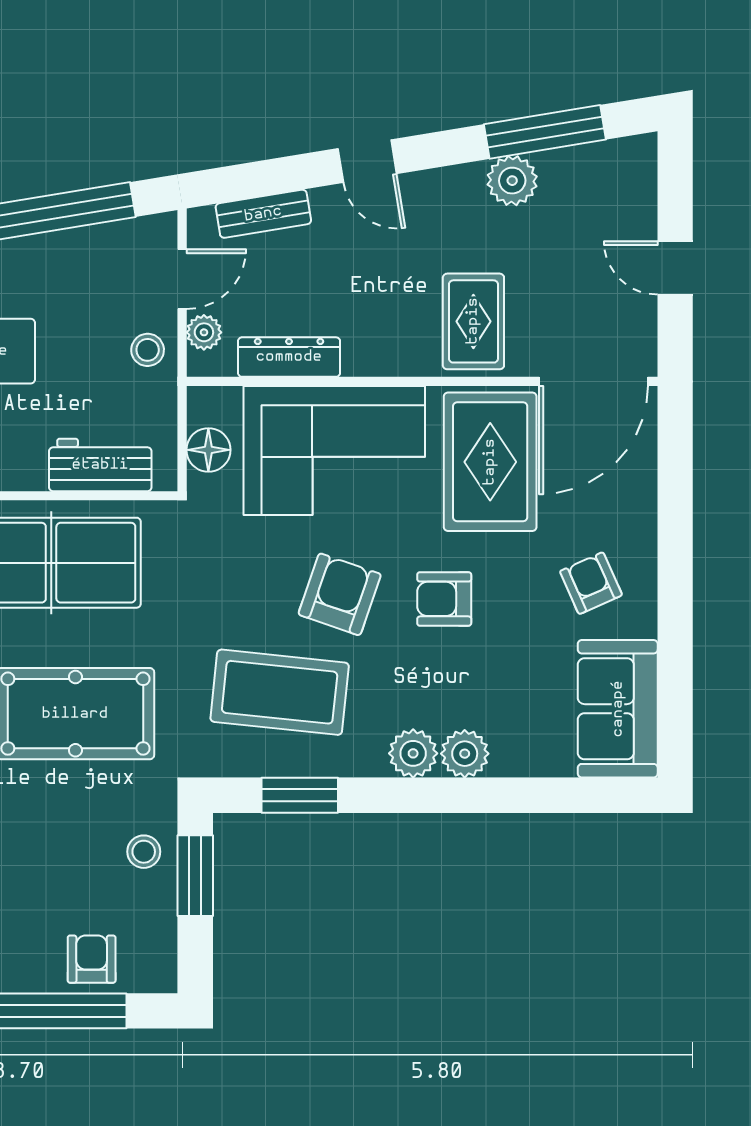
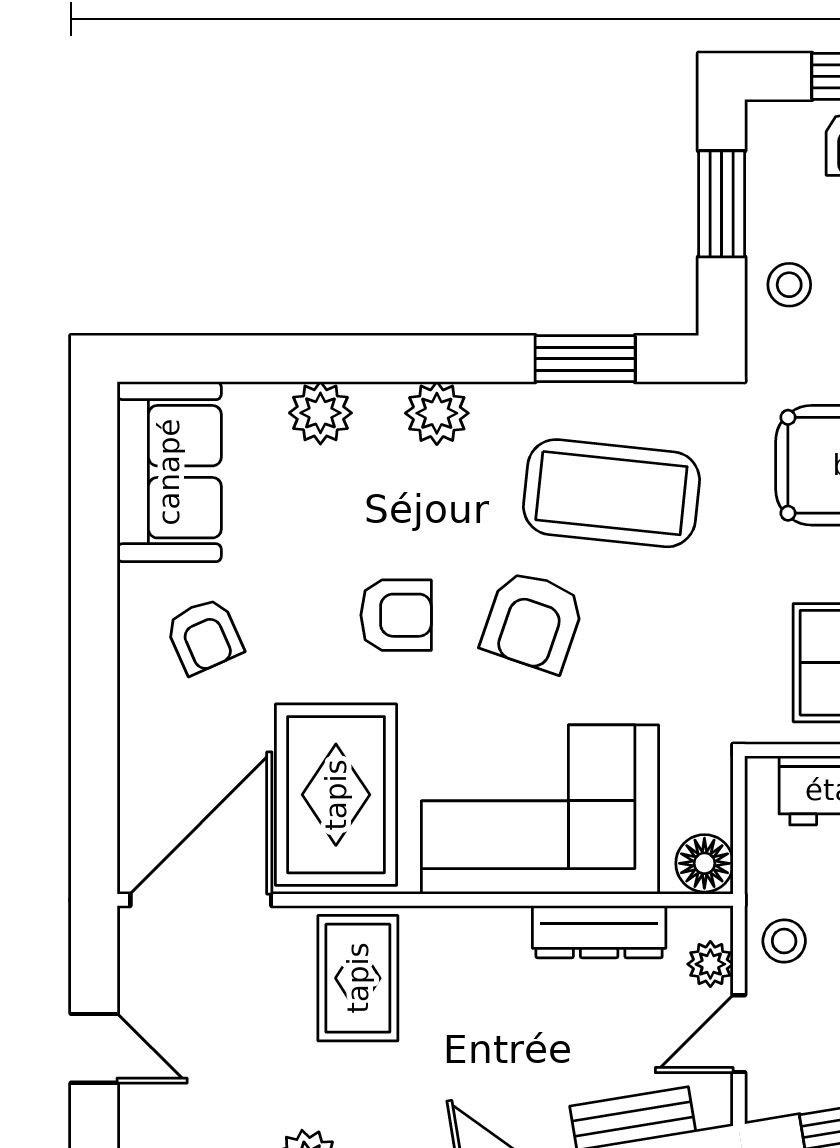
floor lamp: (208, 450) -> (704, 863), moved
plant: (465, 754) -> (320, 413), moved
window: (195, 876) -> (722, 204), moved

